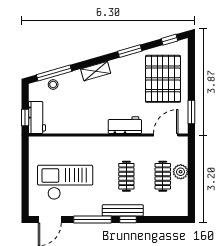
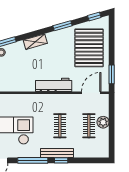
workbench: (125, 125) -> (54, 85), width x1.38

